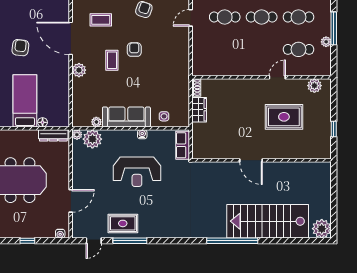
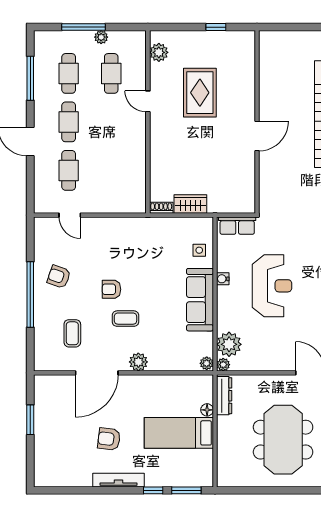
plant: (96, 122) -> (207, 363), moved

